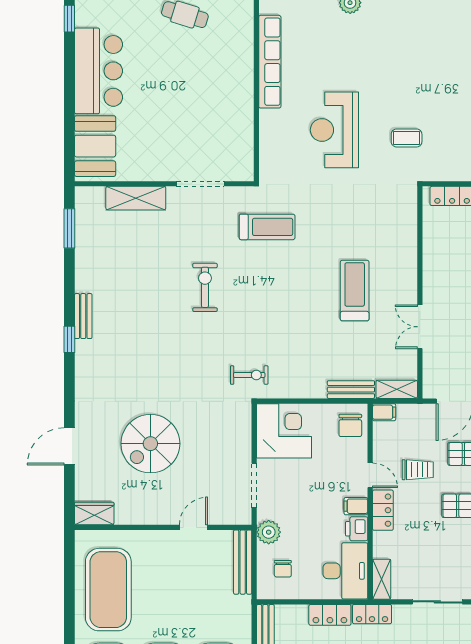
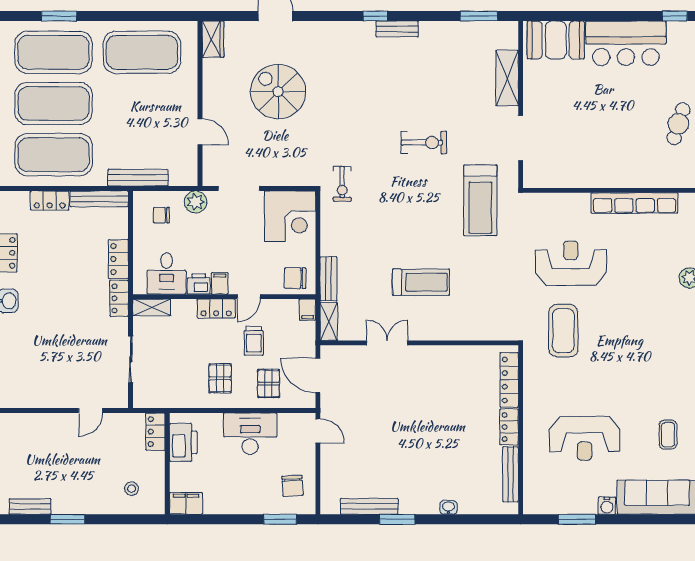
coffee table: (407, 138) -> (563, 331), width x1.86, depth x1.72
treadmill: (267, 227) -> (480, 200), width x1.37, depth x1.38
bench: (243, 562) -> (138, 178), moved
desk: (345, 571) -> (167, 274), width x0.73

